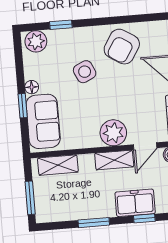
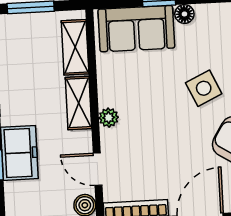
plant: (113, 133) -> (109, 118), width x0.53, depth x0.53
shelving: (114, 160) -> (78, 103), moved

